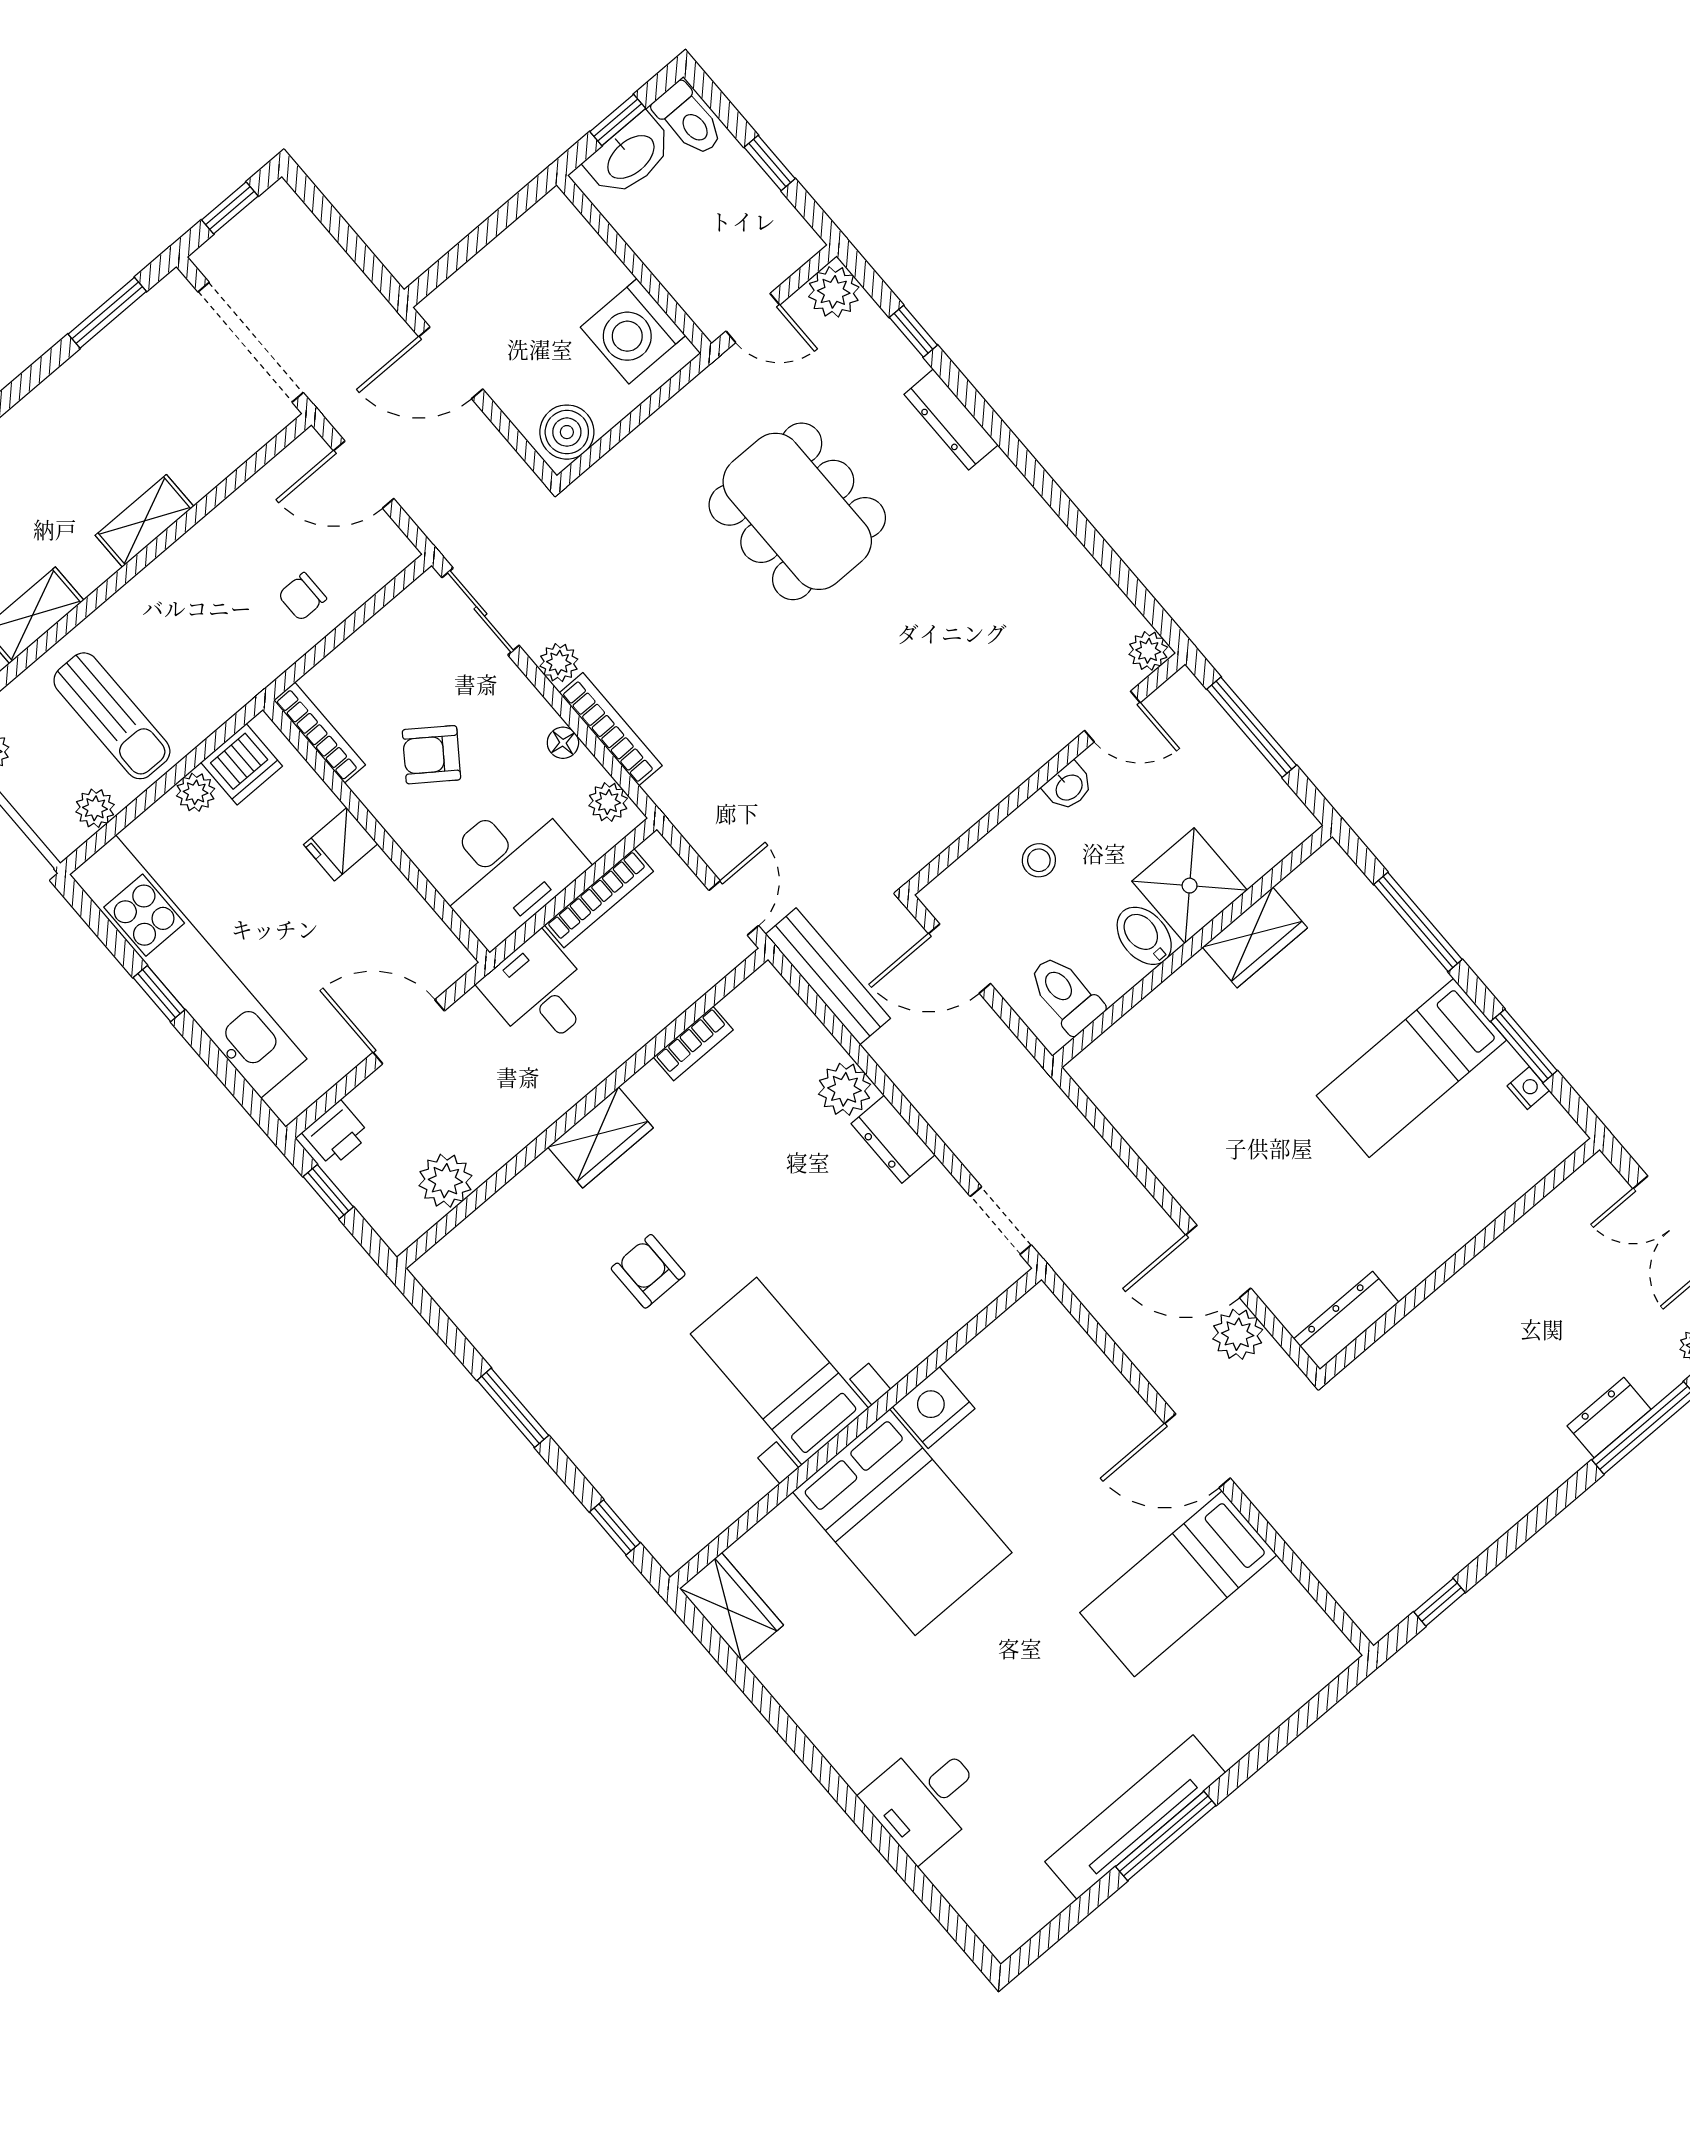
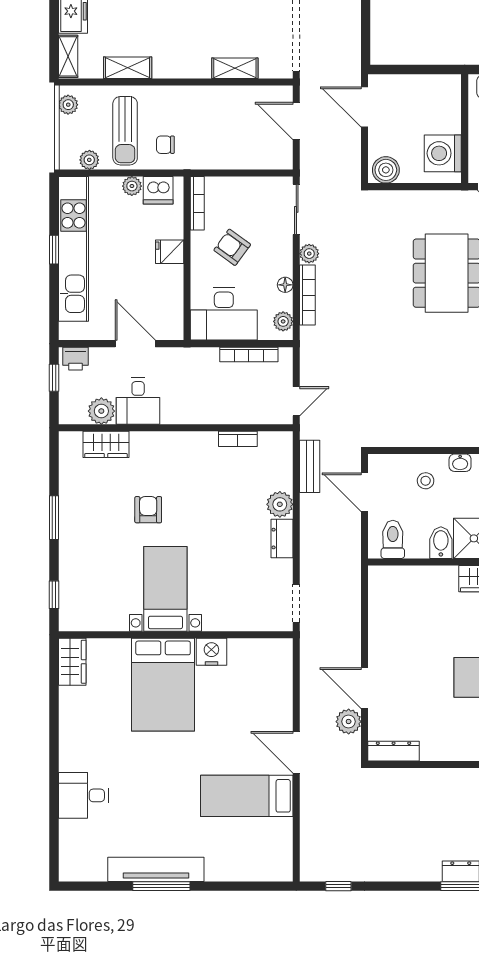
shelving: (144, 521) -> (235, 68), moved
chair: (302, 597) -> (165, 145), moved
bench: (828, 976) -> (310, 466), width x0.73
desk: (539, 992) -> (138, 401), moved, turned 180
wardrobe: (601, 1138) -> (106, 444), moved

